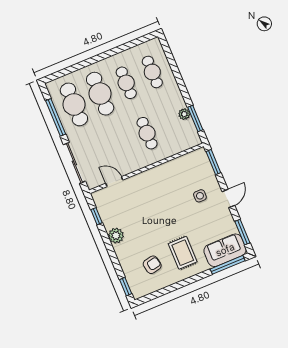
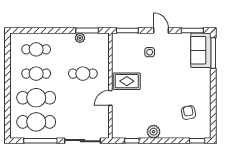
door: (114, 182) -> (110, 98), moved
rug: (183, 253) -> (127, 81), moved

